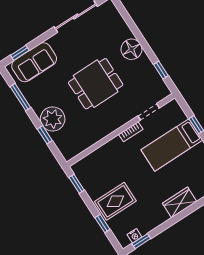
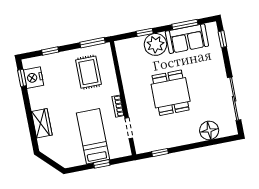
floor lamp: (131, 49) -> (209, 130), moved
sofa: (34, 62) -> (187, 39), moved, turned -90
window: (77, 184) -> (93, 43), width x1.50
rug: (115, 201) -> (88, 72), moved
nightstand: (134, 236) -> (33, 78), width x1.89, depth x1.79

